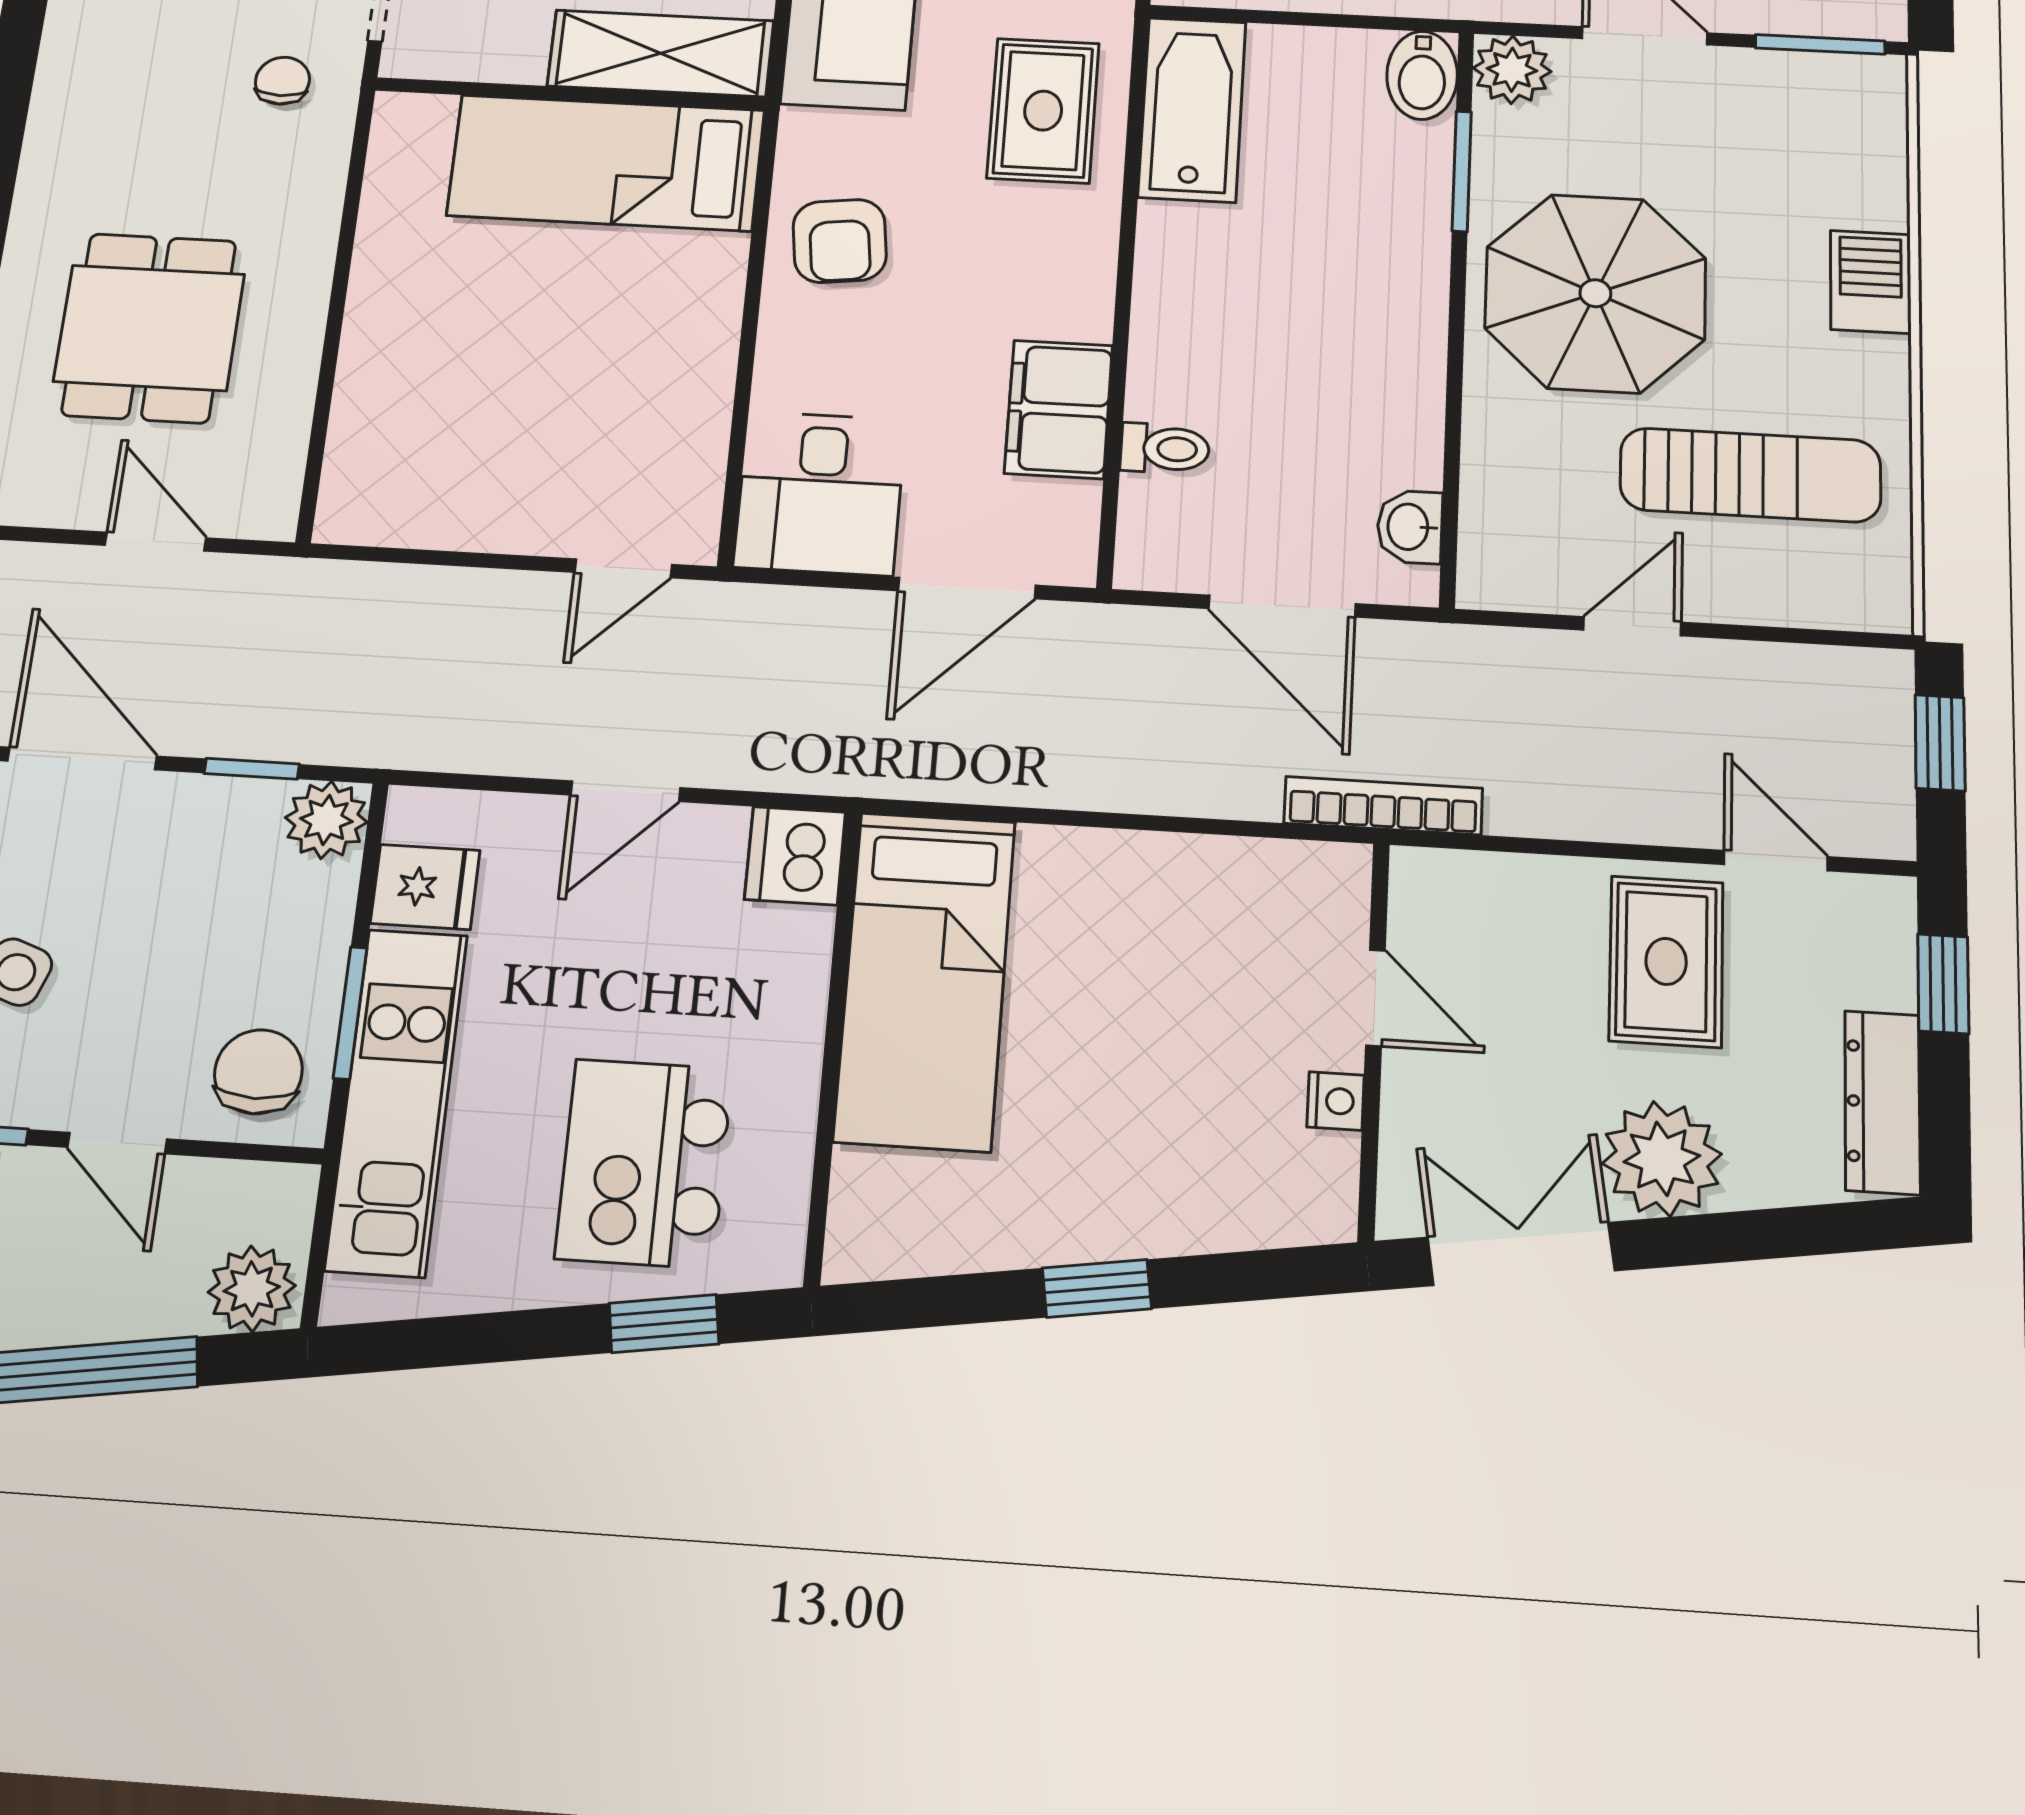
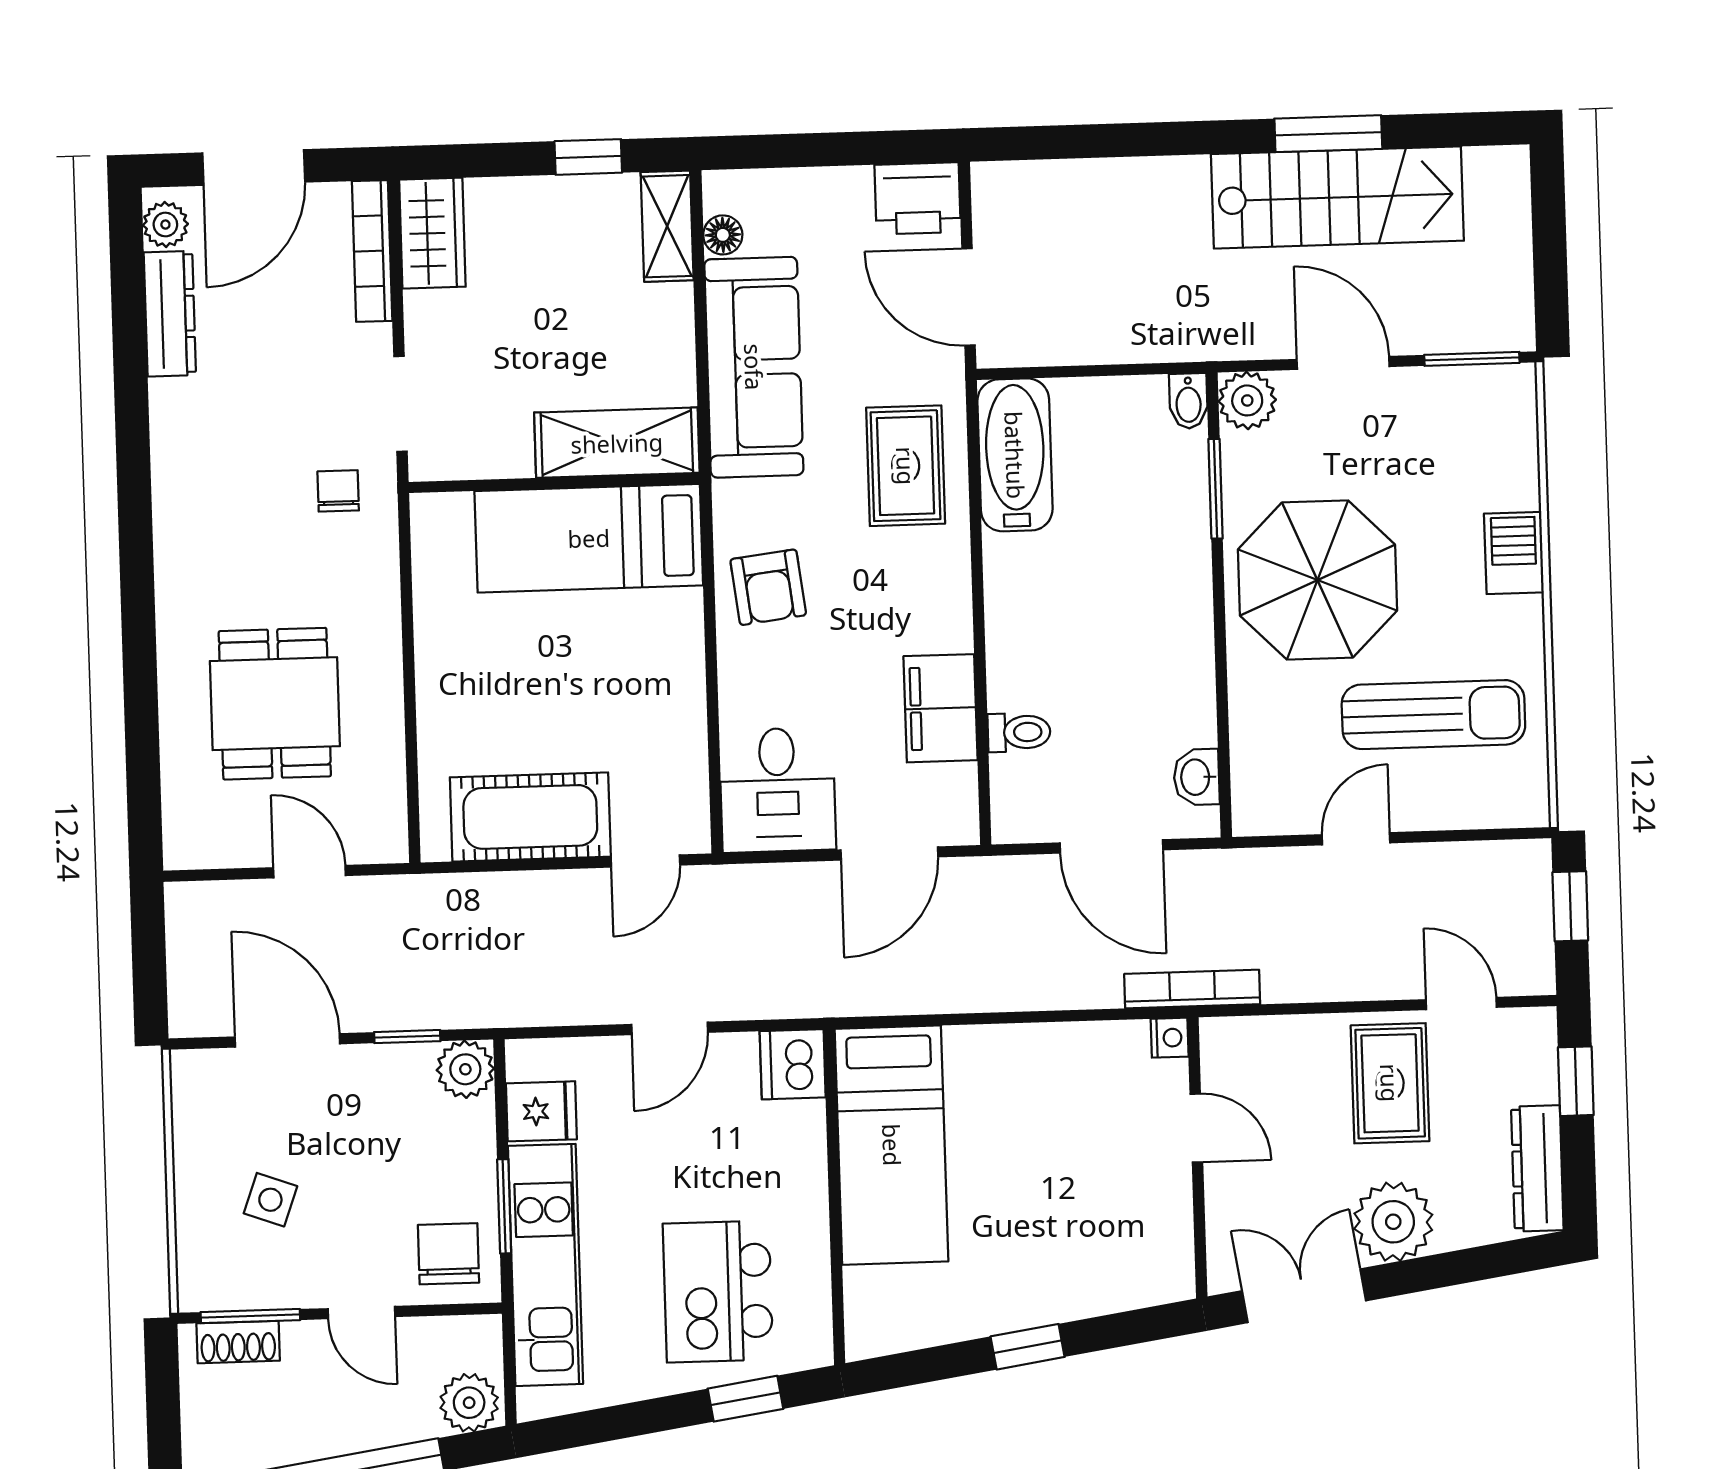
bidet: (1422, 75) -> (1188, 401), width x0.72, depth x0.74
cot: (472, 498) -> (530, 817), added
nightstand: (1335, 1101) -> (1170, 1038), moved

